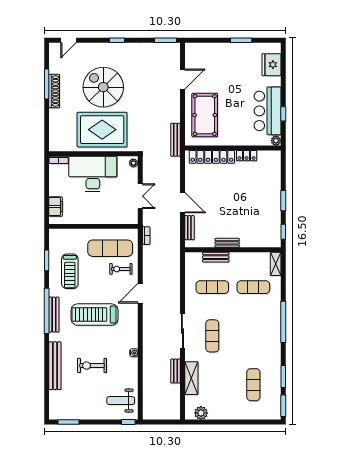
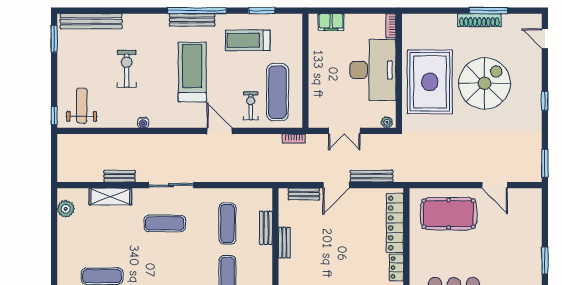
bench: (175, 140) -> (372, 176), moved
bench: (55, 366) -> (91, 21), moved

